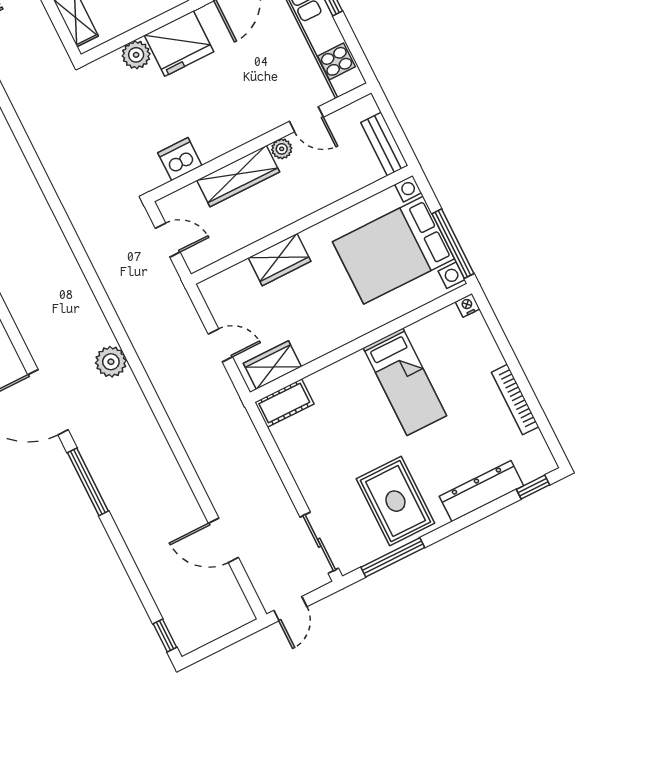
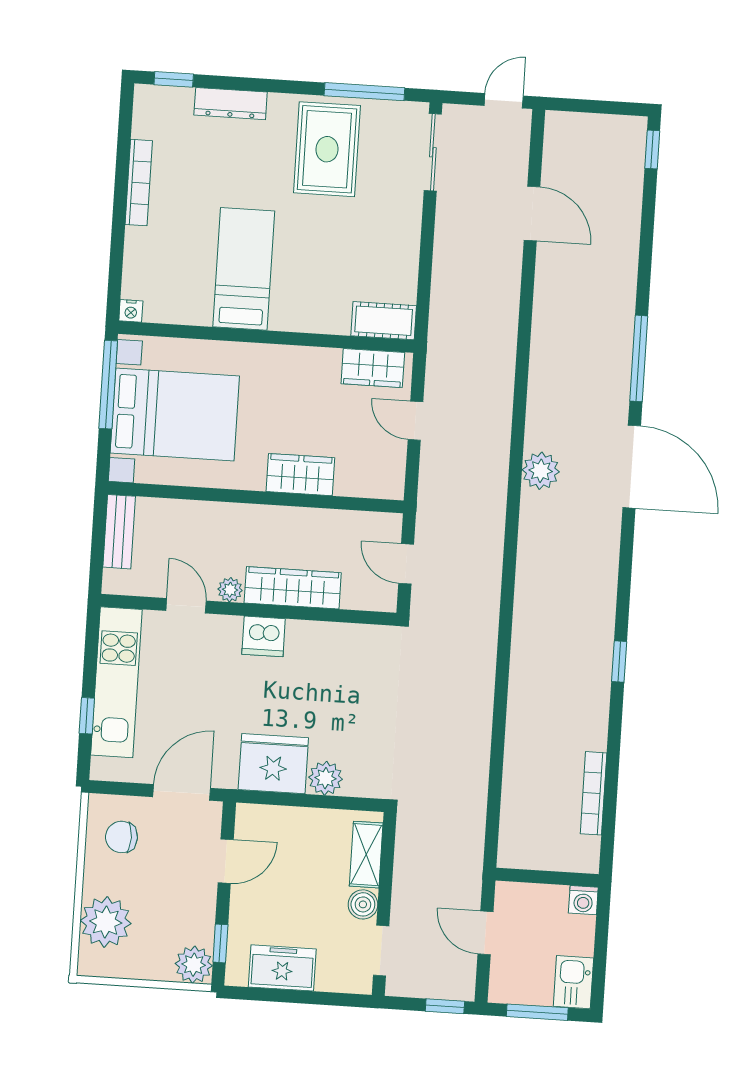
dishwasher: (180, 159) -> (264, 636), moved
dresser: (481, 491) -> (231, 104), width x0.73, depth x0.80

